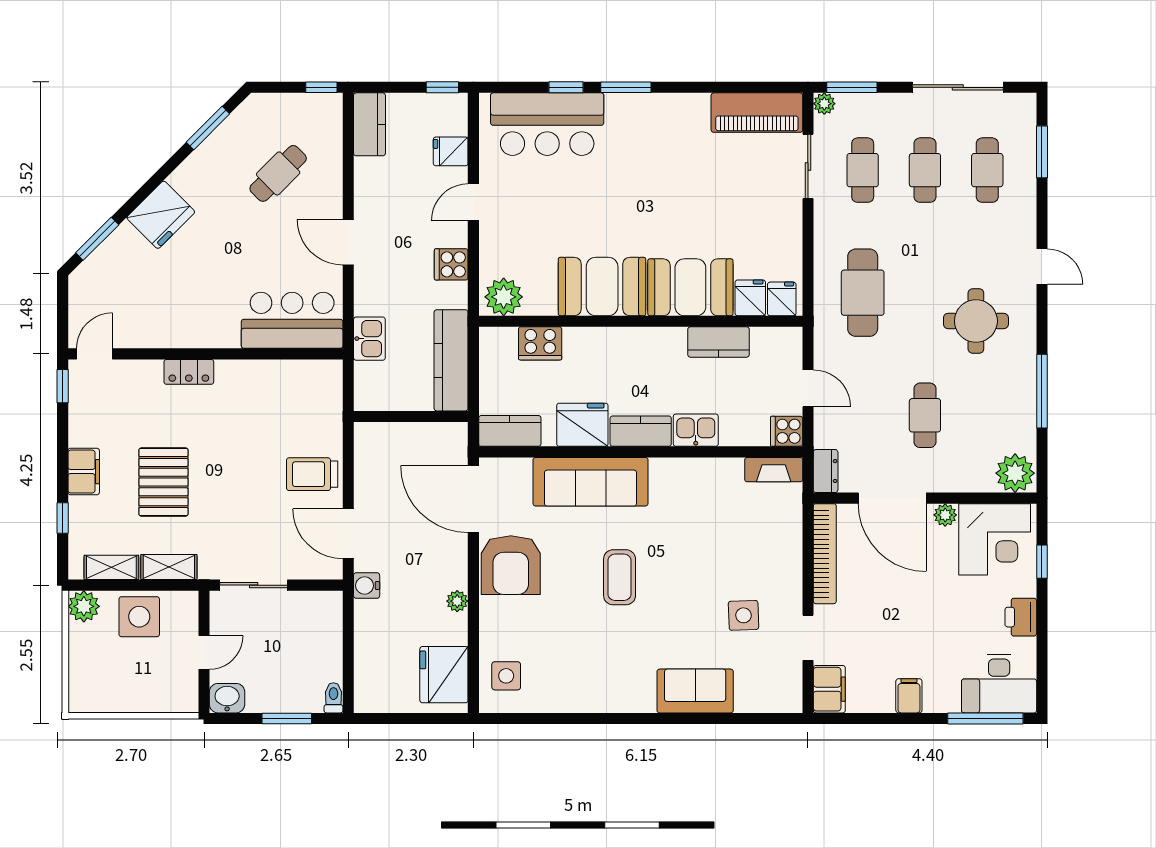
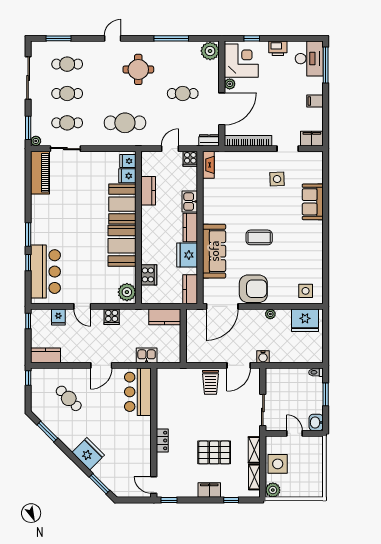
kitchen counter: (451, 360) -> (165, 317), width x0.67

